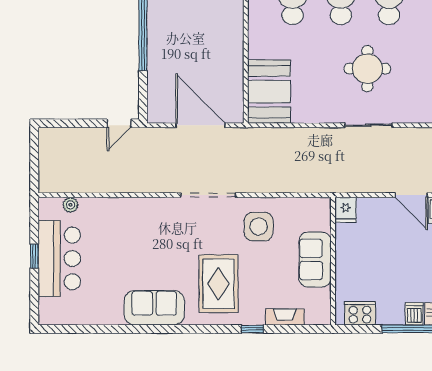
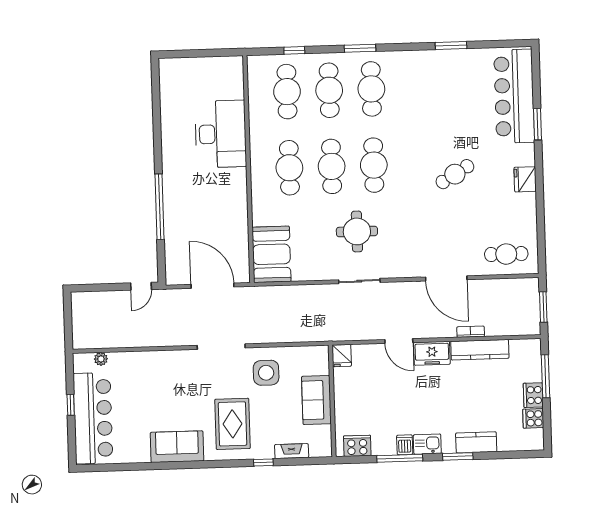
bar counter: (59, 258) -> (93, 418), width x1.36

